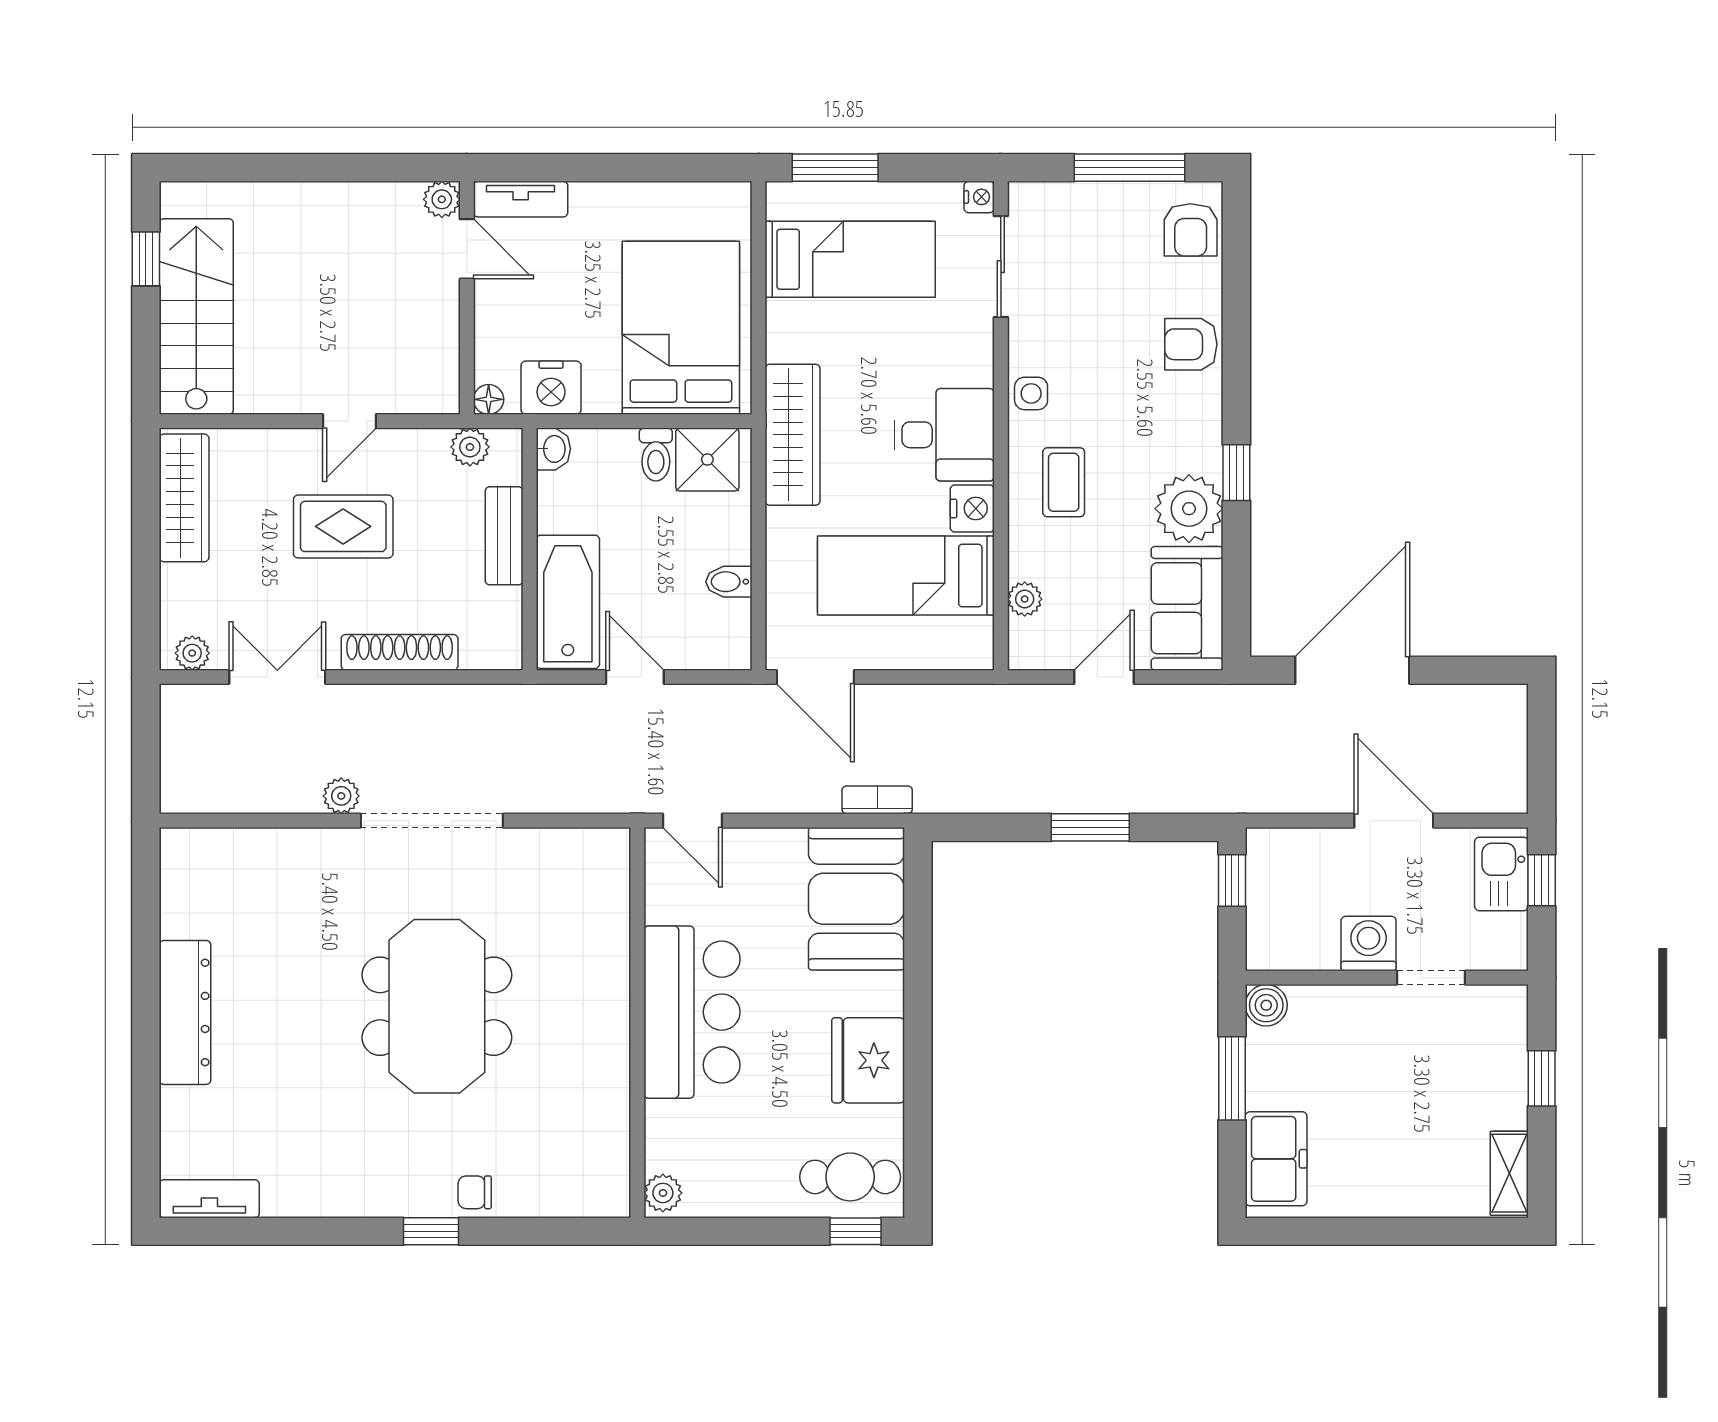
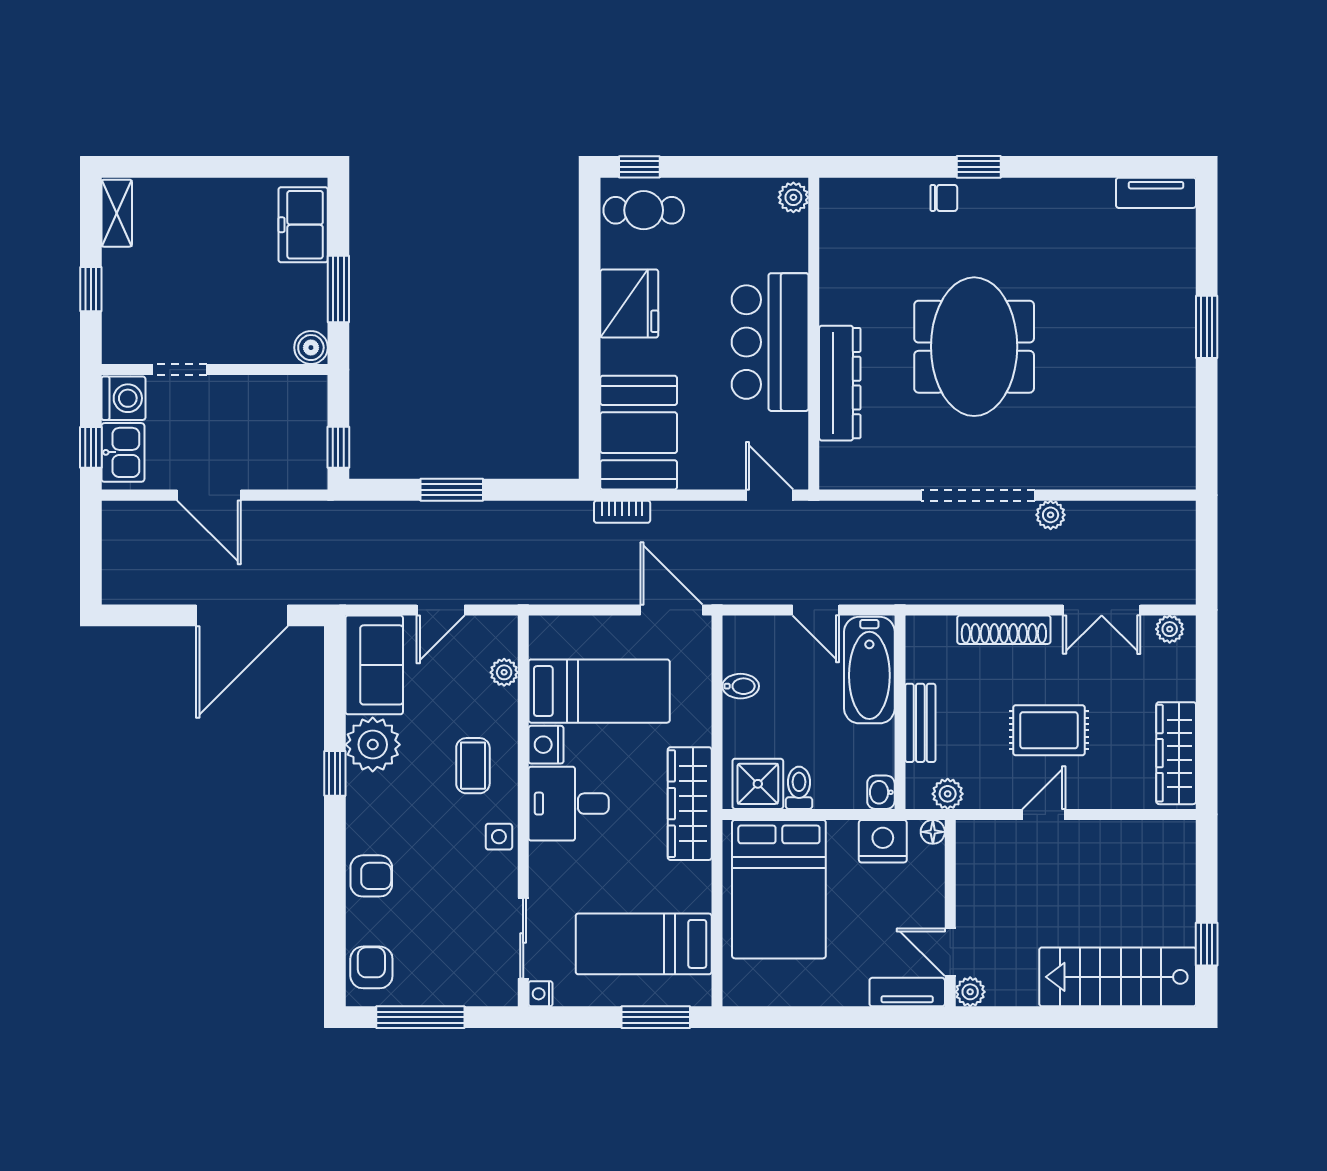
stairs: (196, 317) -> (1118, 977), moved, turned 90
washing machine: (1369, 944) -> (123, 398), moved, turned -90
dresser: (185, 1012) -> (840, 383), moved, turned 180
window: (146, 1031) -> (1207, 327), added

